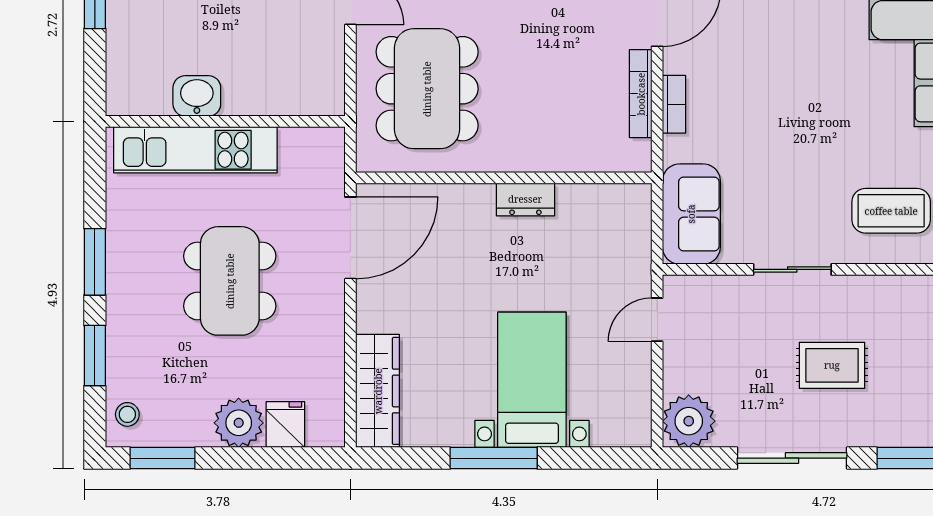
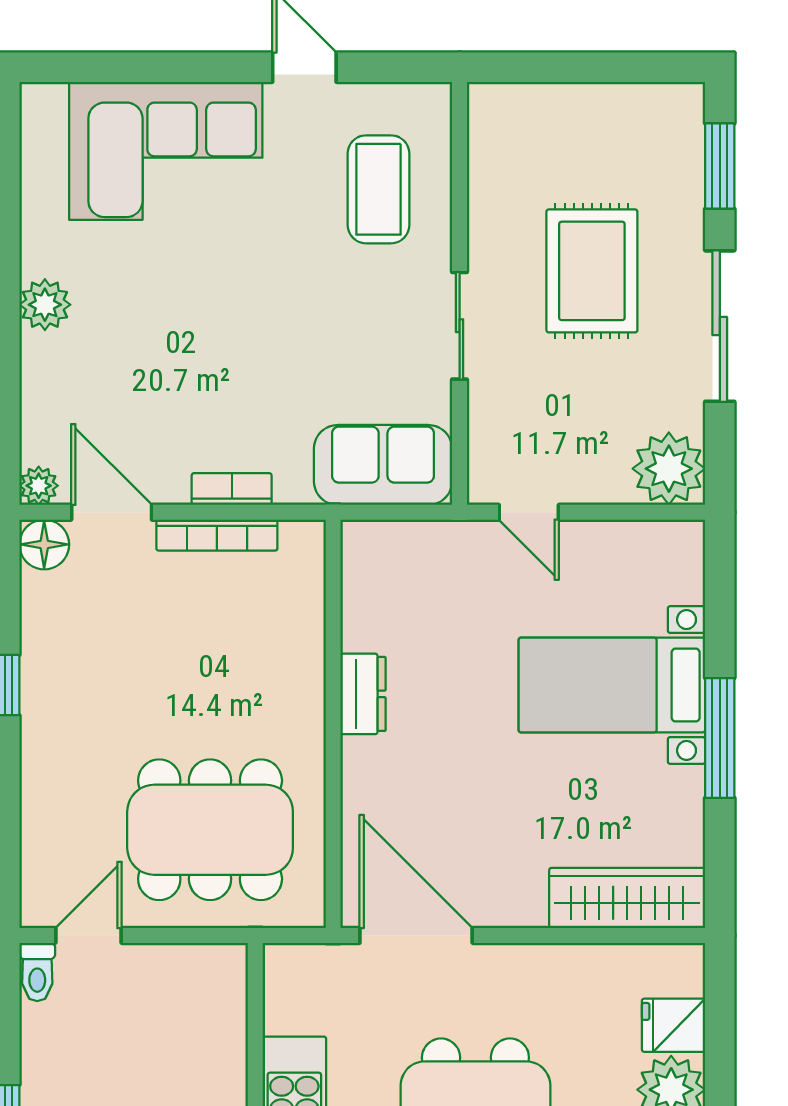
rug: (832, 365) -> (592, 271), width x1.36, depth x1.43

